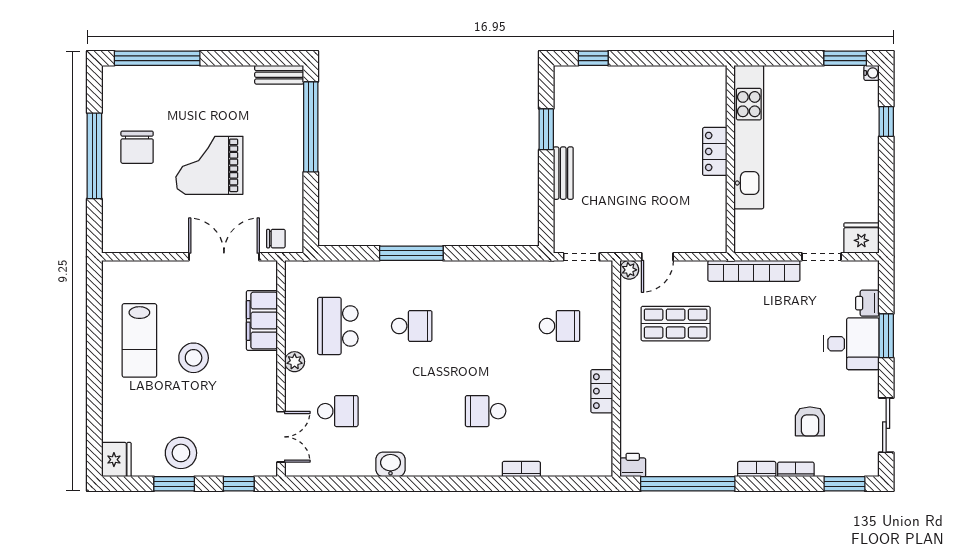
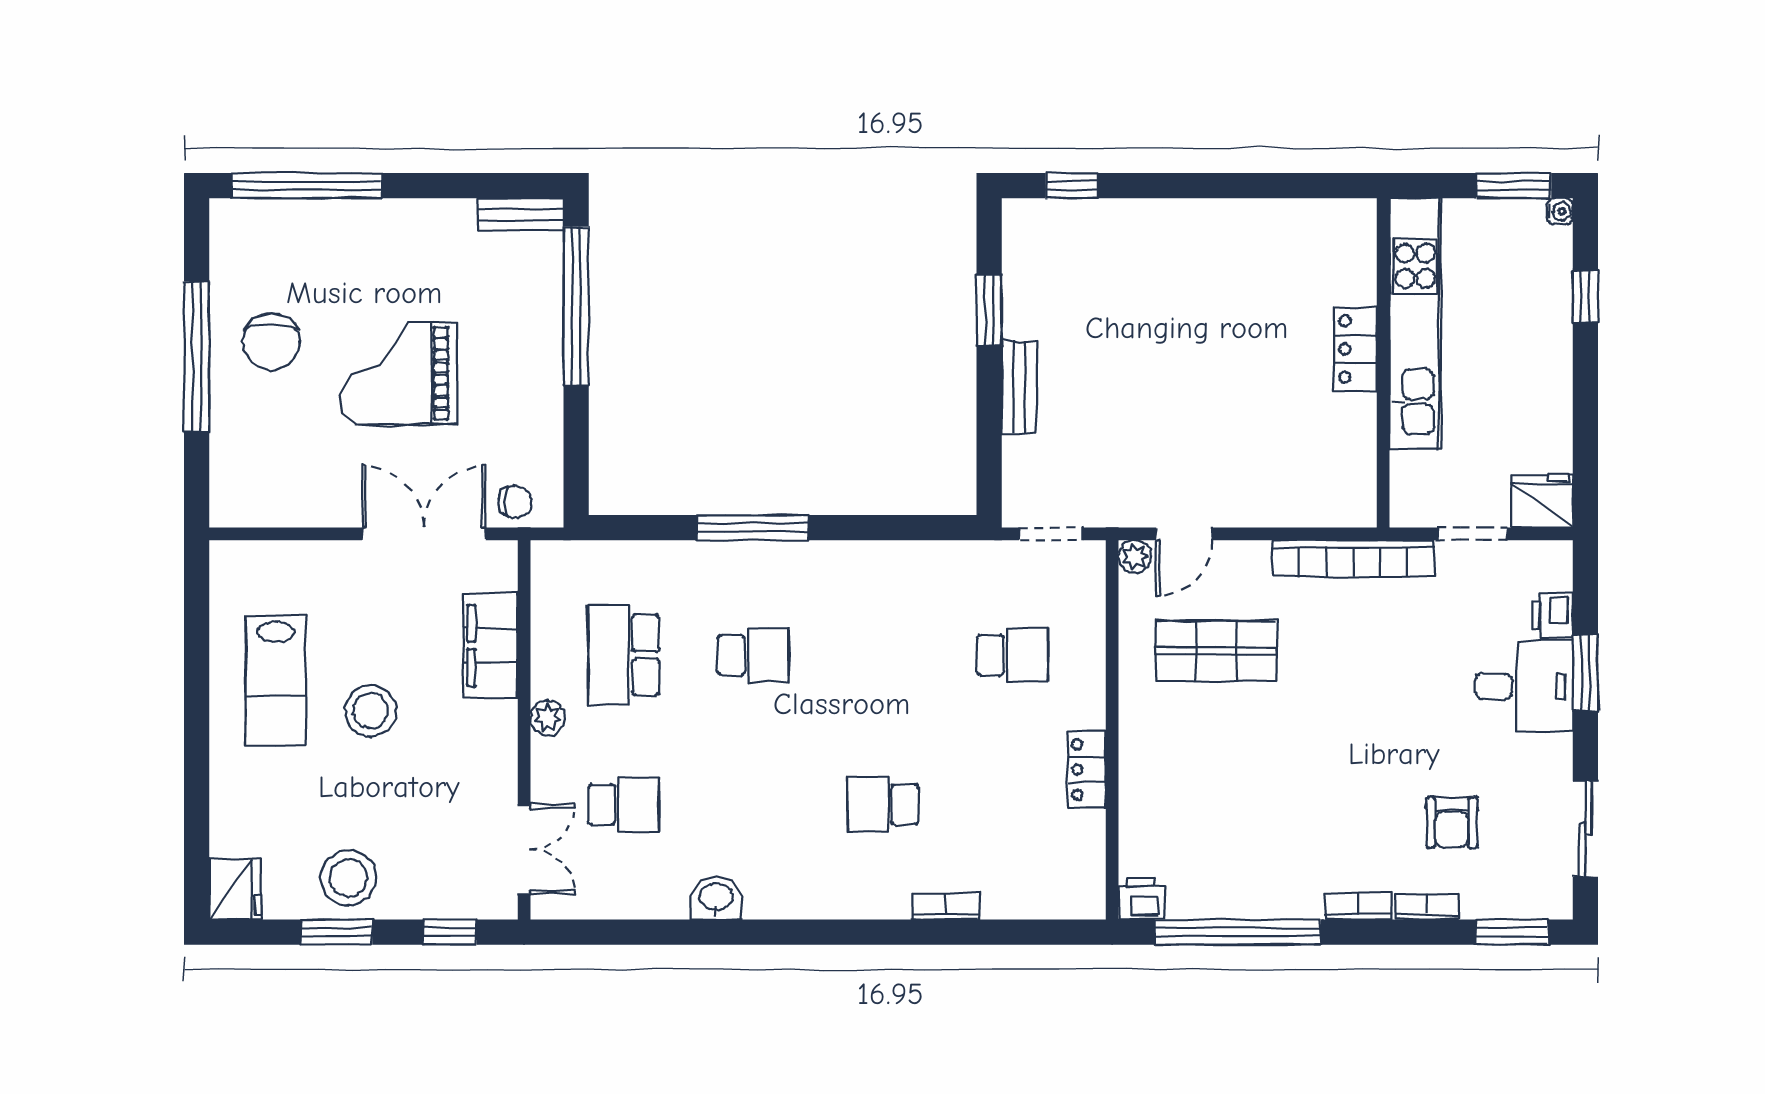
kitchen unit: (749, 137) -> (1415, 324), moved
locker: (715, 151) -> (1356, 349), moved
wall: (730, 159) -> (1383, 363), moved

